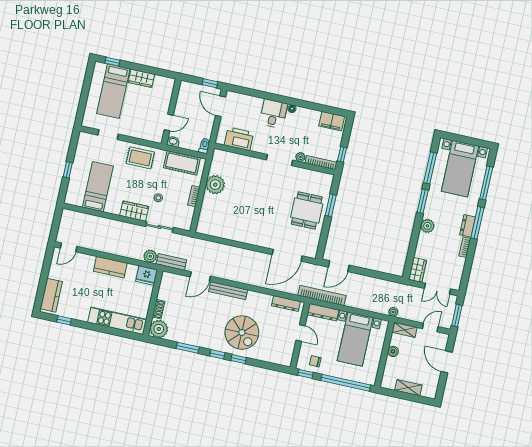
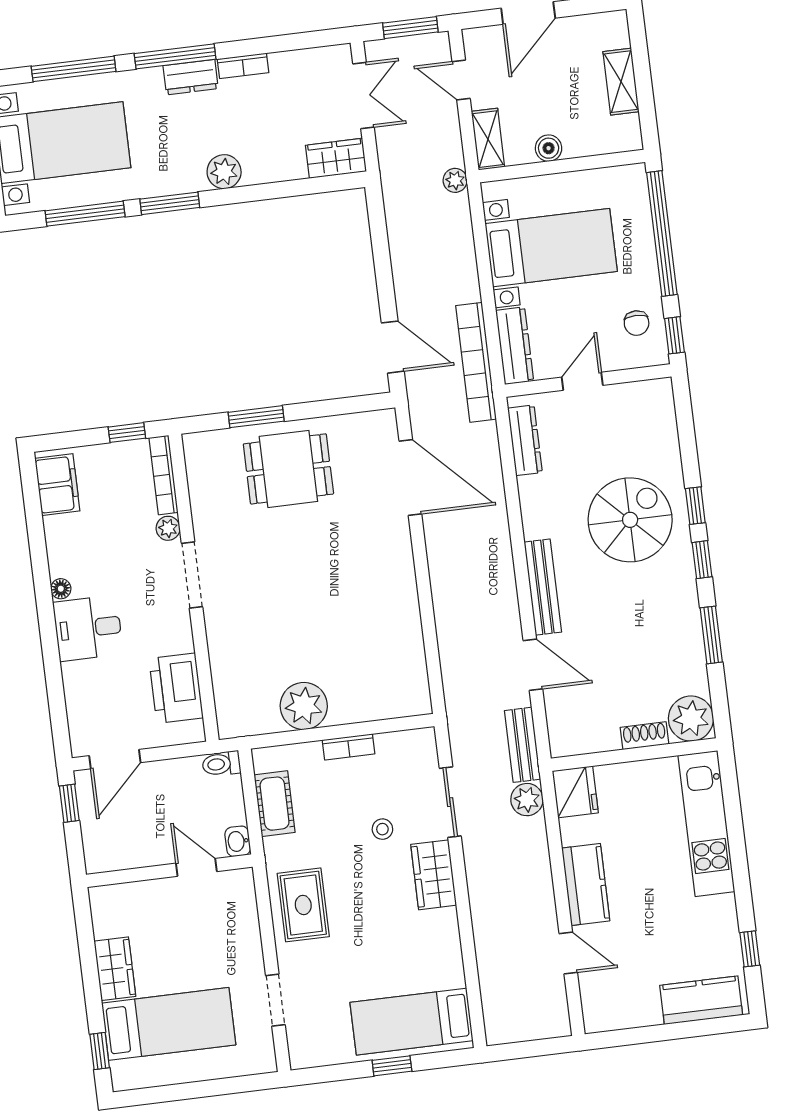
cot: (182, 163) -> (275, 804), width x0.73, depth x0.75
bed: (98, 187) -> (412, 1022), moved
door: (69, 247) -> (568, 953), moved

